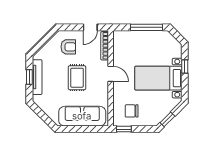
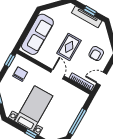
door: (90, 27) -> (102, 79), hinge flipped
door: (111, 74) -> (57, 74), swing flipped
rug: (77, 78) -> (69, 47), turned 90

